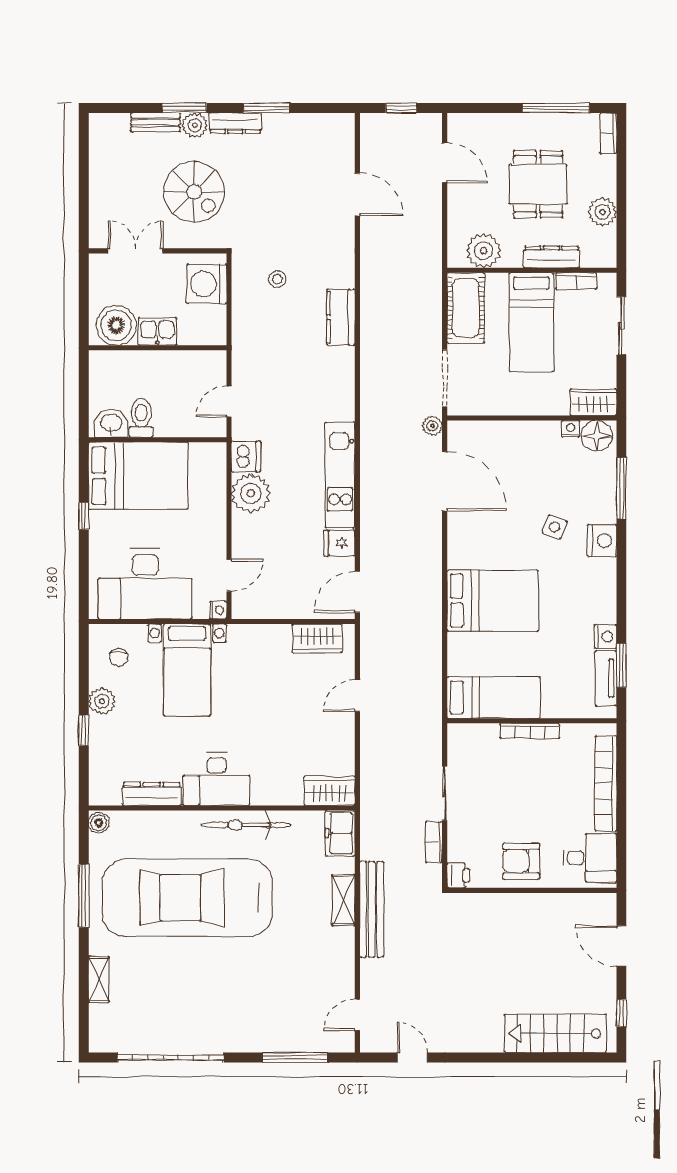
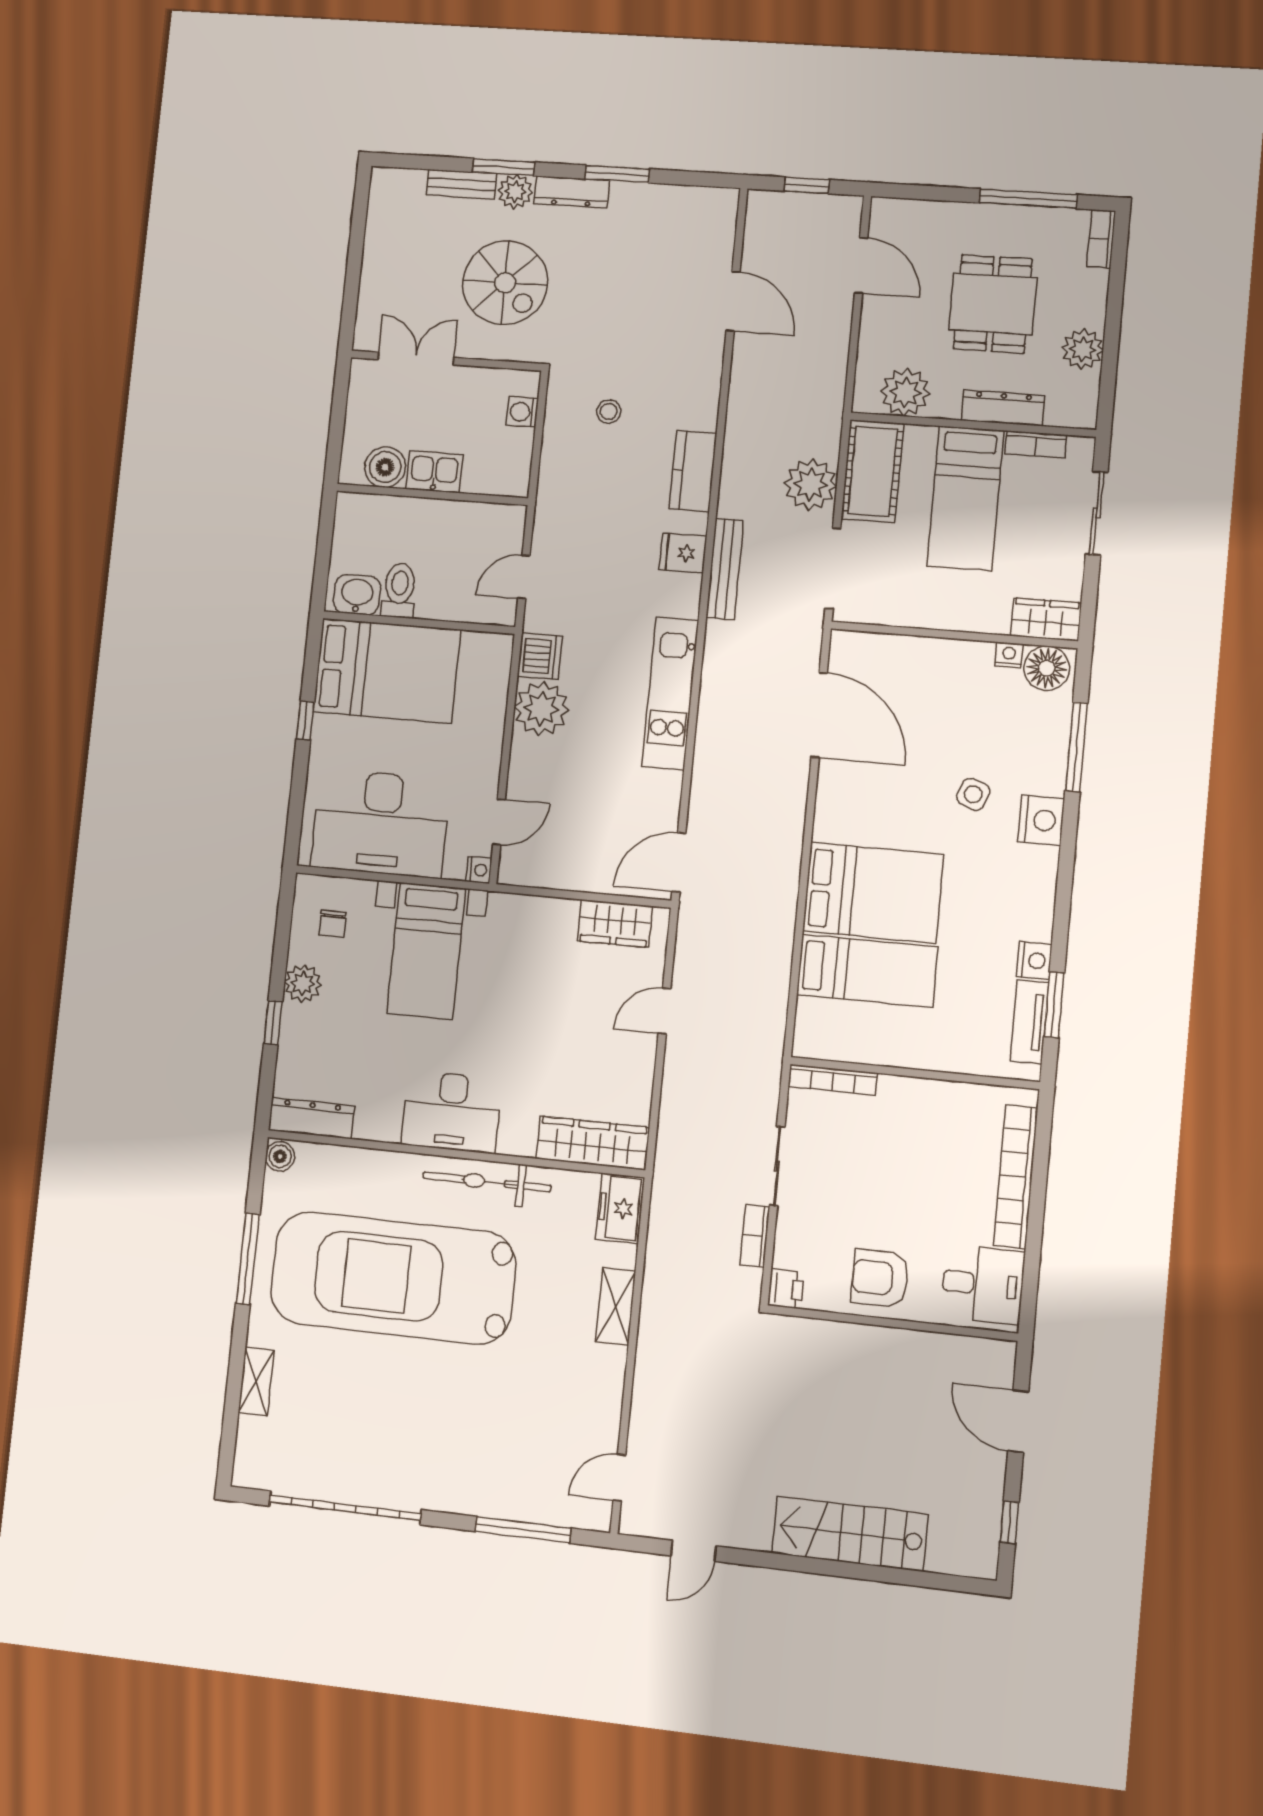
washing machine: (207, 284) -> (522, 412), width x0.53, depth x0.53
boiler: (116, 325) -> (385, 467), width x0.73, depth x0.73
plant: (432, 426) -> (811, 484), moved, width x1.87, depth x1.87
fridge: (339, 543) -> (683, 553), moved
bed: (493, 697) -> (867, 971), moved
bookcase: (530, 731) -> (833, 1080), moved
wardrobe: (330, 791) -> (593, 1143), width x1.50
dresser: (152, 794) -> (311, 1118), moved
bench: (372, 909) -> (725, 569), moved, width x0.73, depth x0.82
stairs: (555, 1033) -> (850, 1534), moved
door: (412, 1057) -> (693, 1551), swing flipped

